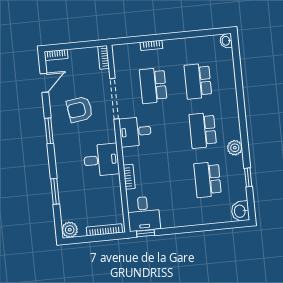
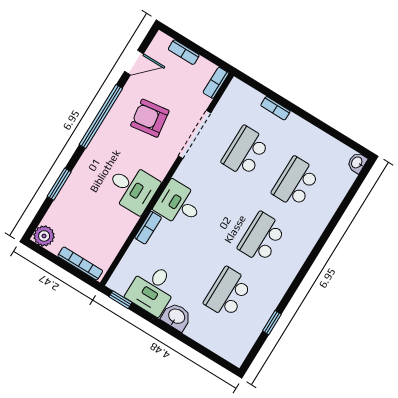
bookcase: (56, 55) -> (184, 52), moved
window: (49, 131) -> (101, 116), width x2.11
desk: (135, 132) -> (179, 204), moved
plant: (235, 148) -> (281, 281), removed
washbasin: (240, 211) -> (176, 317), moved, turned 90
desk: (143, 214) -> (152, 289), moved

